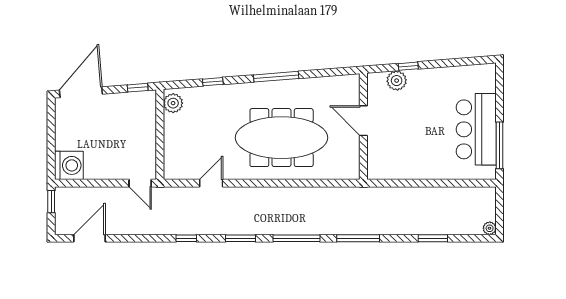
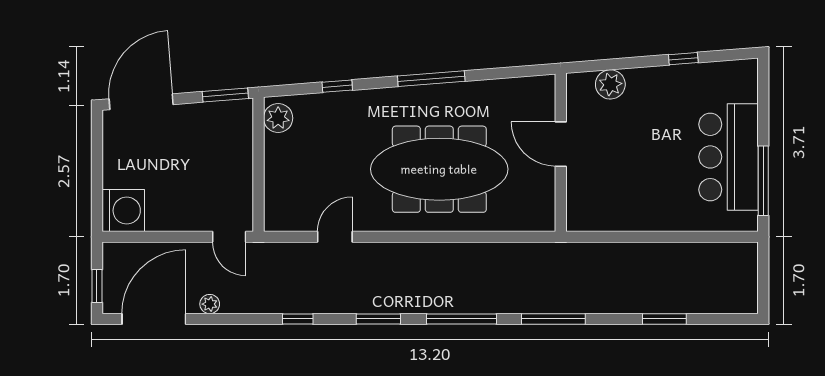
window: (408, 66) -> (683, 59), moved
window: (138, 88) -> (225, 95), width x1.50
window: (51, 202) -> (97, 286), moved
plant: (490, 228) -> (210, 304), moved
door: (89, 238) -> (154, 319), width x1.36

